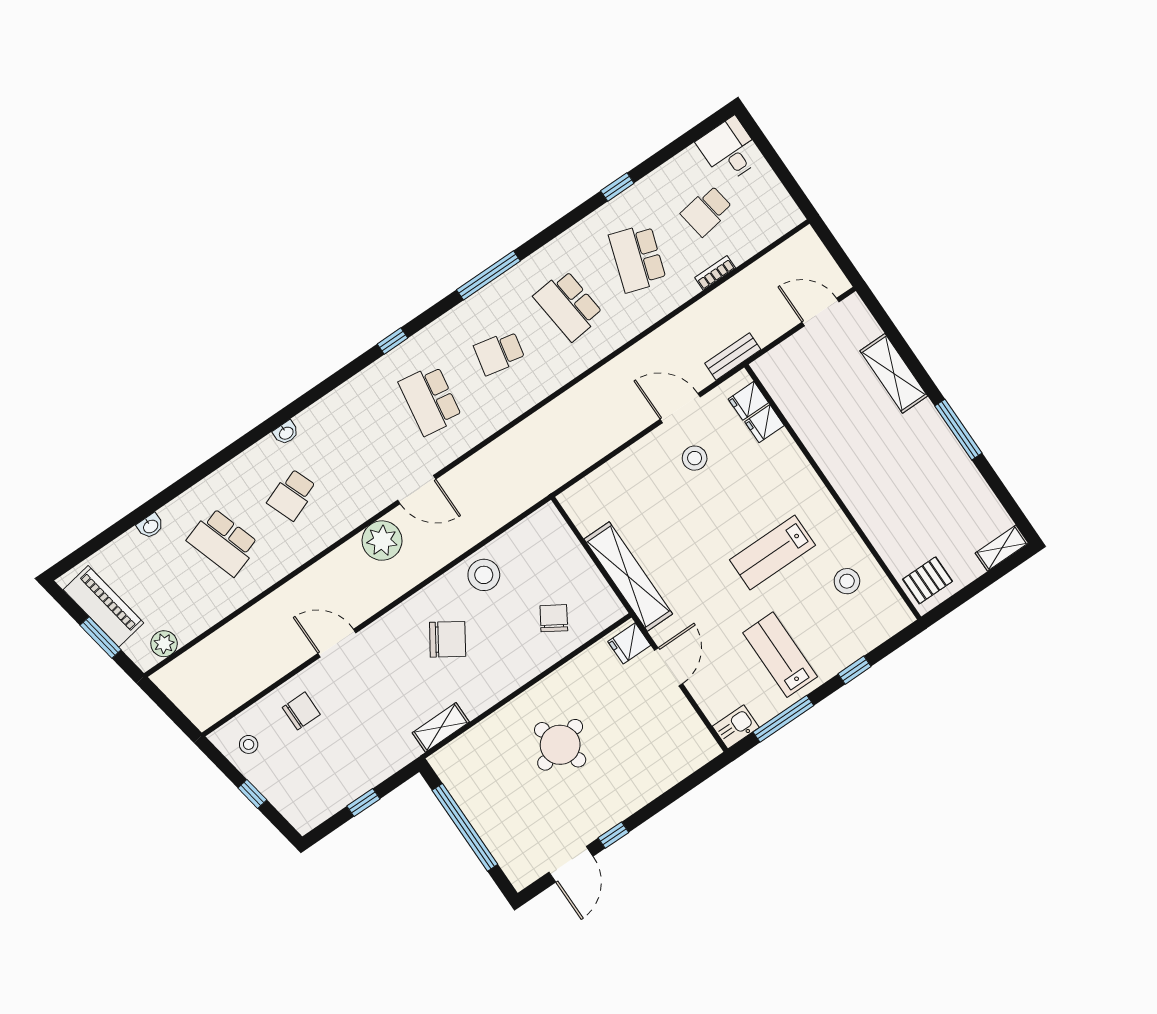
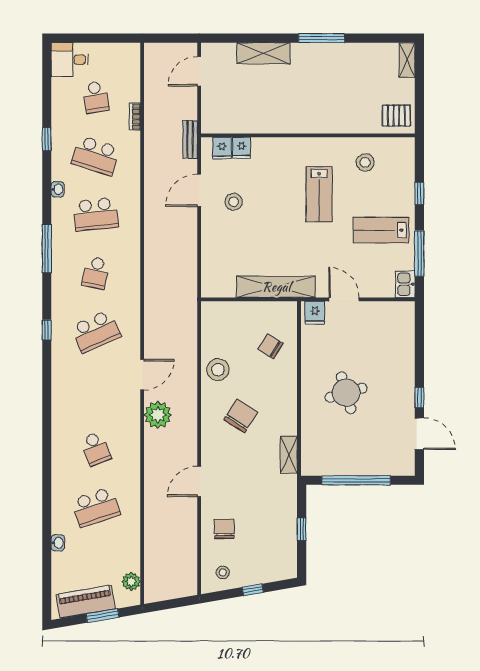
school desk: (430, 400) -> (96, 331), turned -33
washbasin: (286, 433) -> (58, 189), moved
pallet: (928, 580) -> (396, 116), turned 90

